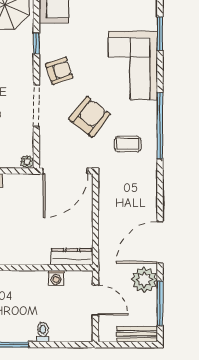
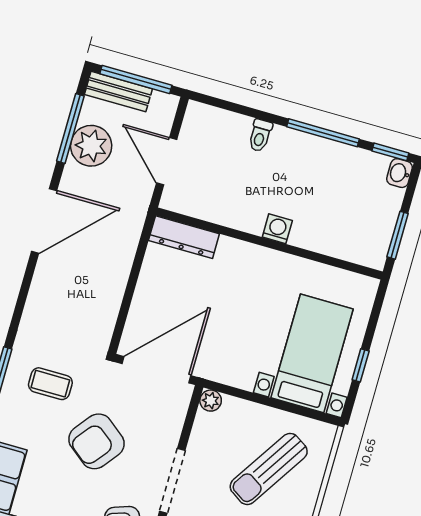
washing machine: (56, 278) -> (277, 229), moved
plant: (144, 280) -> (91, 146), moved
window: (128, 345) -> (136, 79), added

